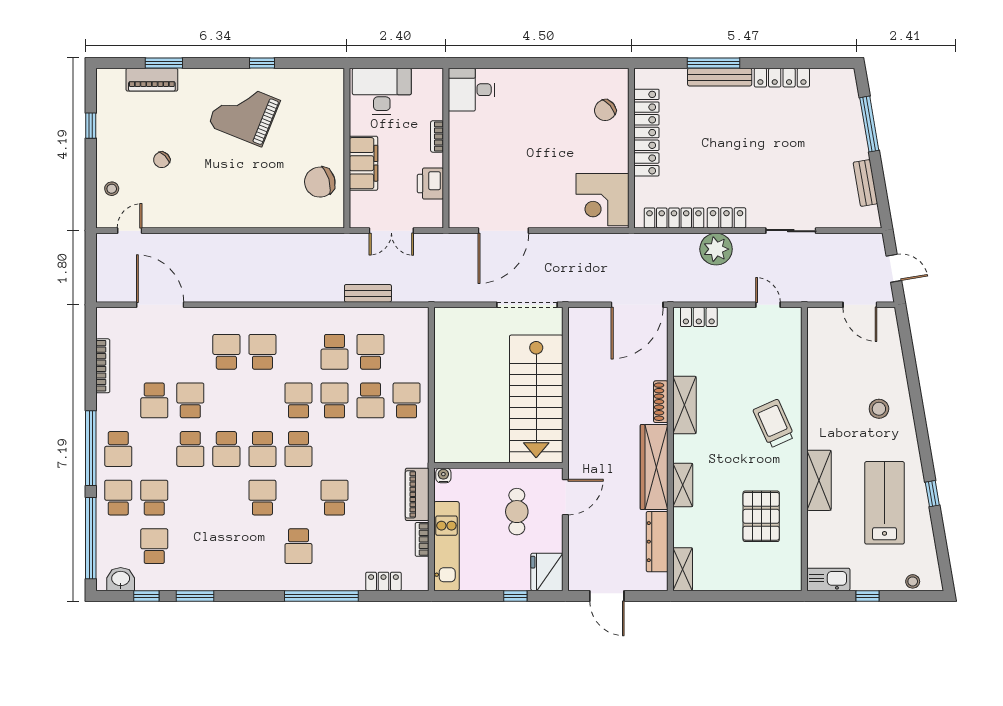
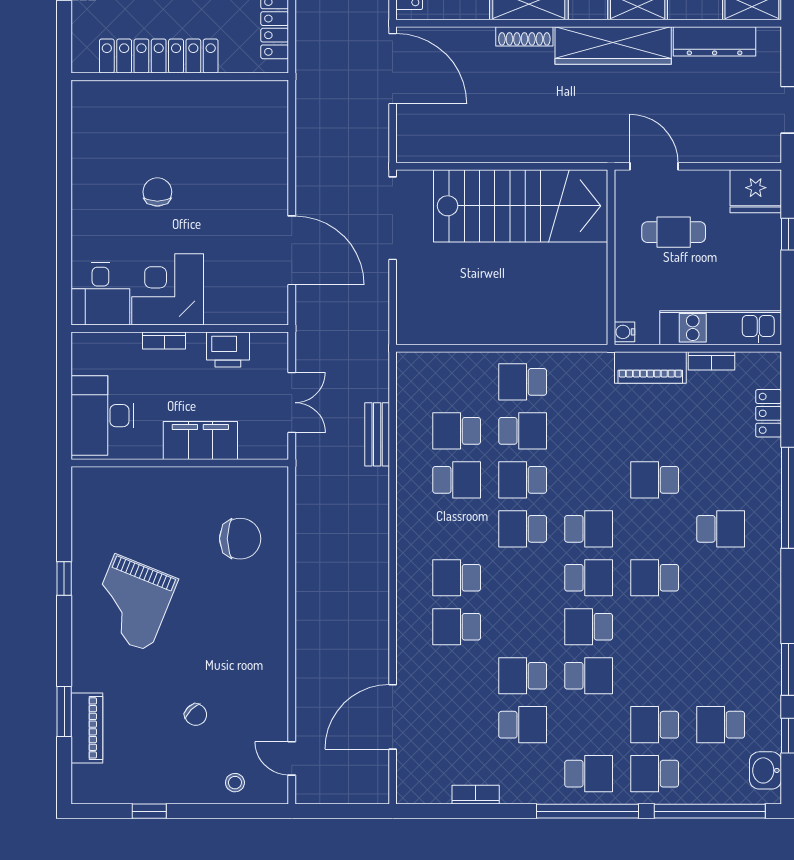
chair: (605, 110) -> (157, 192), moved, turned -140
chair: (320, 182) -> (240, 539), moved, turned -74
corner desk: (603, 200) -> (168, 289), moved, turned 180
bookcase: (103, 366) -> (476, 795), width x0.64
school desk: (226, 449) -> (589, 627), turned 180

